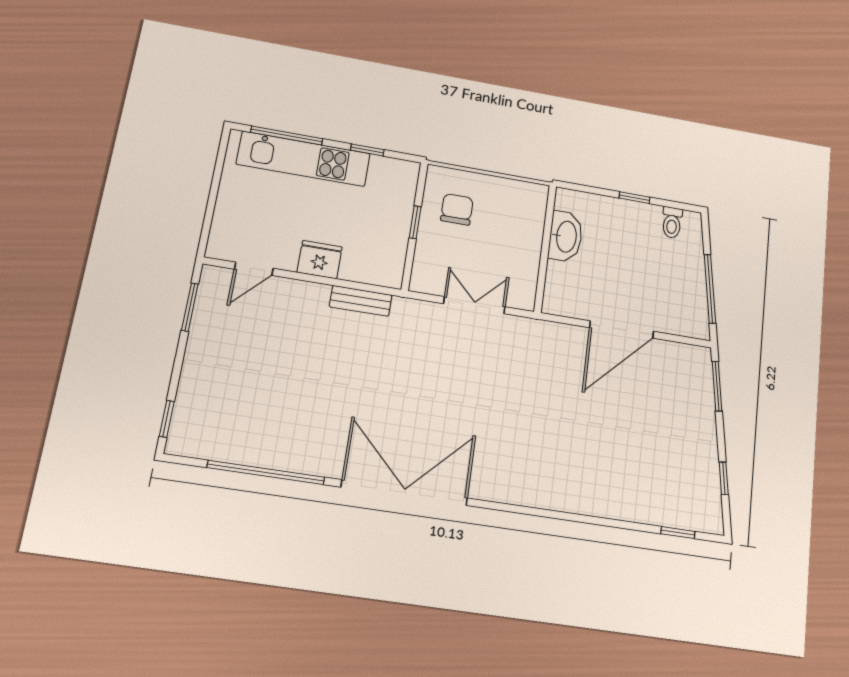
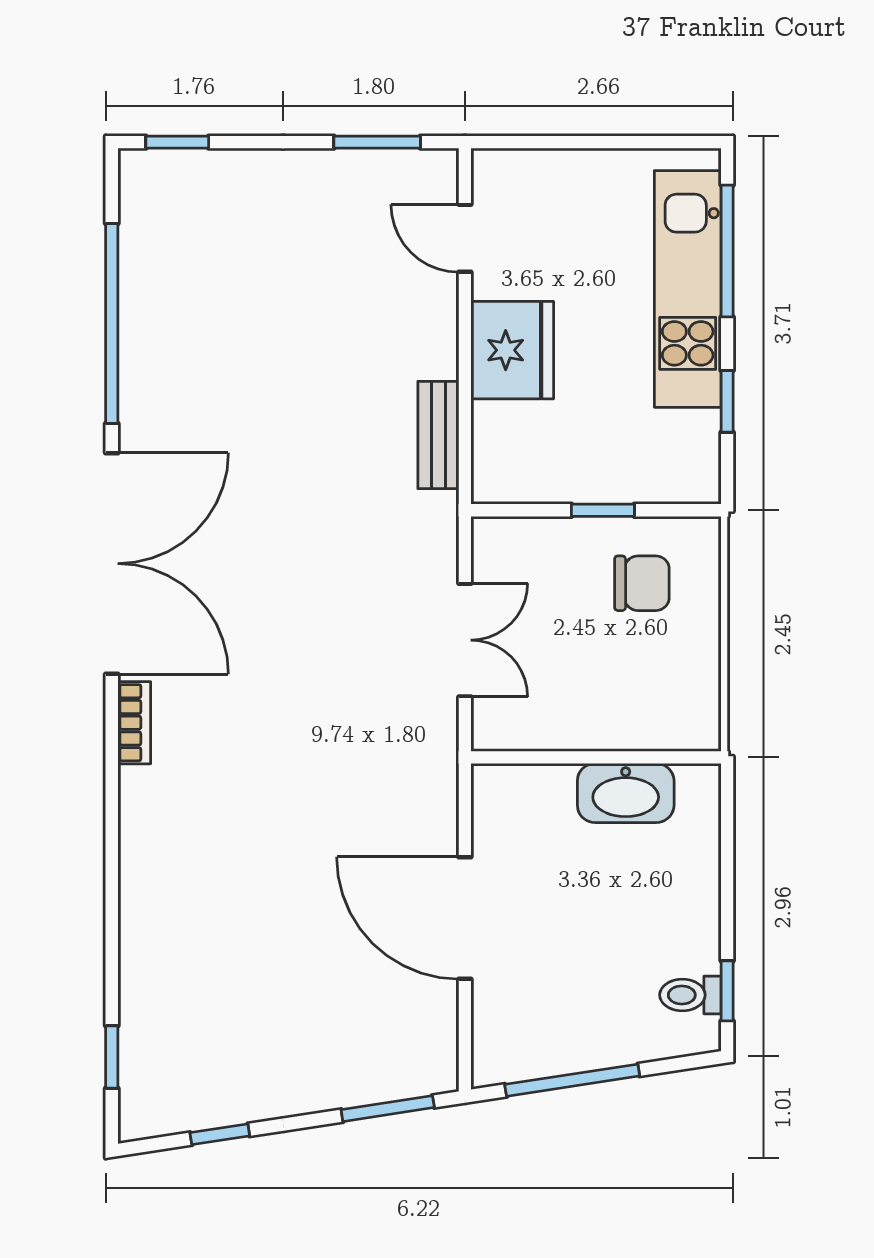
window: (635, 198) -> (727, 991), moved
fridge: (320, 260) -> (512, 350), width x1.36, depth x1.34
bookcase: (496, 493) -> (134, 723), added

